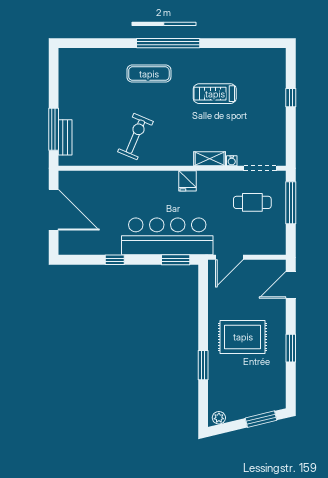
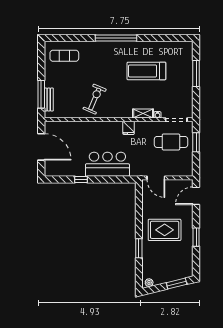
exercise mat: (149, 74) -> (64, 56), moved
treadmill: (215, 94) -> (146, 71), width x1.37, depth x1.38
window: (291, 98) -> (196, 74), width x2.17
cafe table: (252, 202) -> (171, 142), width x1.37, depth x1.35
window: (291, 203) -> (196, 142), width x0.69
bar counter: (167, 236) -> (107, 164), width x0.73
door: (229, 257) -> (156, 178), hinge flipped
window: (176, 260) -> (121, 179), removed

